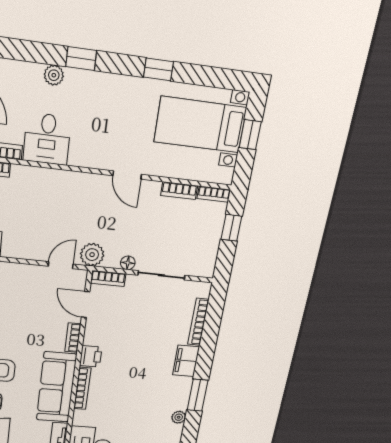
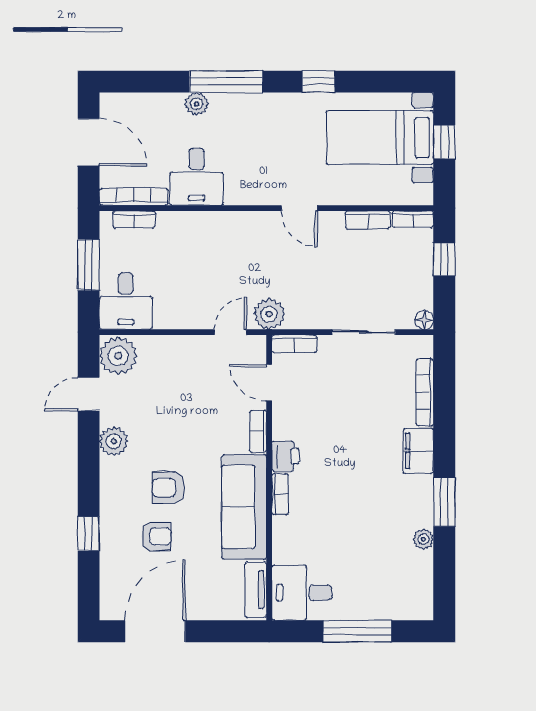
window: (81, 59) -> (226, 82), width x2.17
floor lamp: (128, 263) -> (424, 320), moved
bookcase: (82, 388) -> (280, 494), width x0.64

